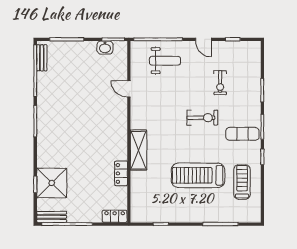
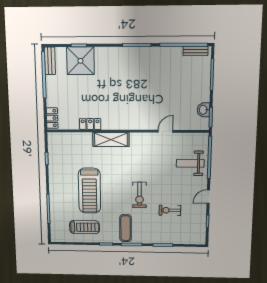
weight bench: (165, 61) -> (190, 163), turned 90
treadmill: (198, 175) -> (90, 191), turned 180

